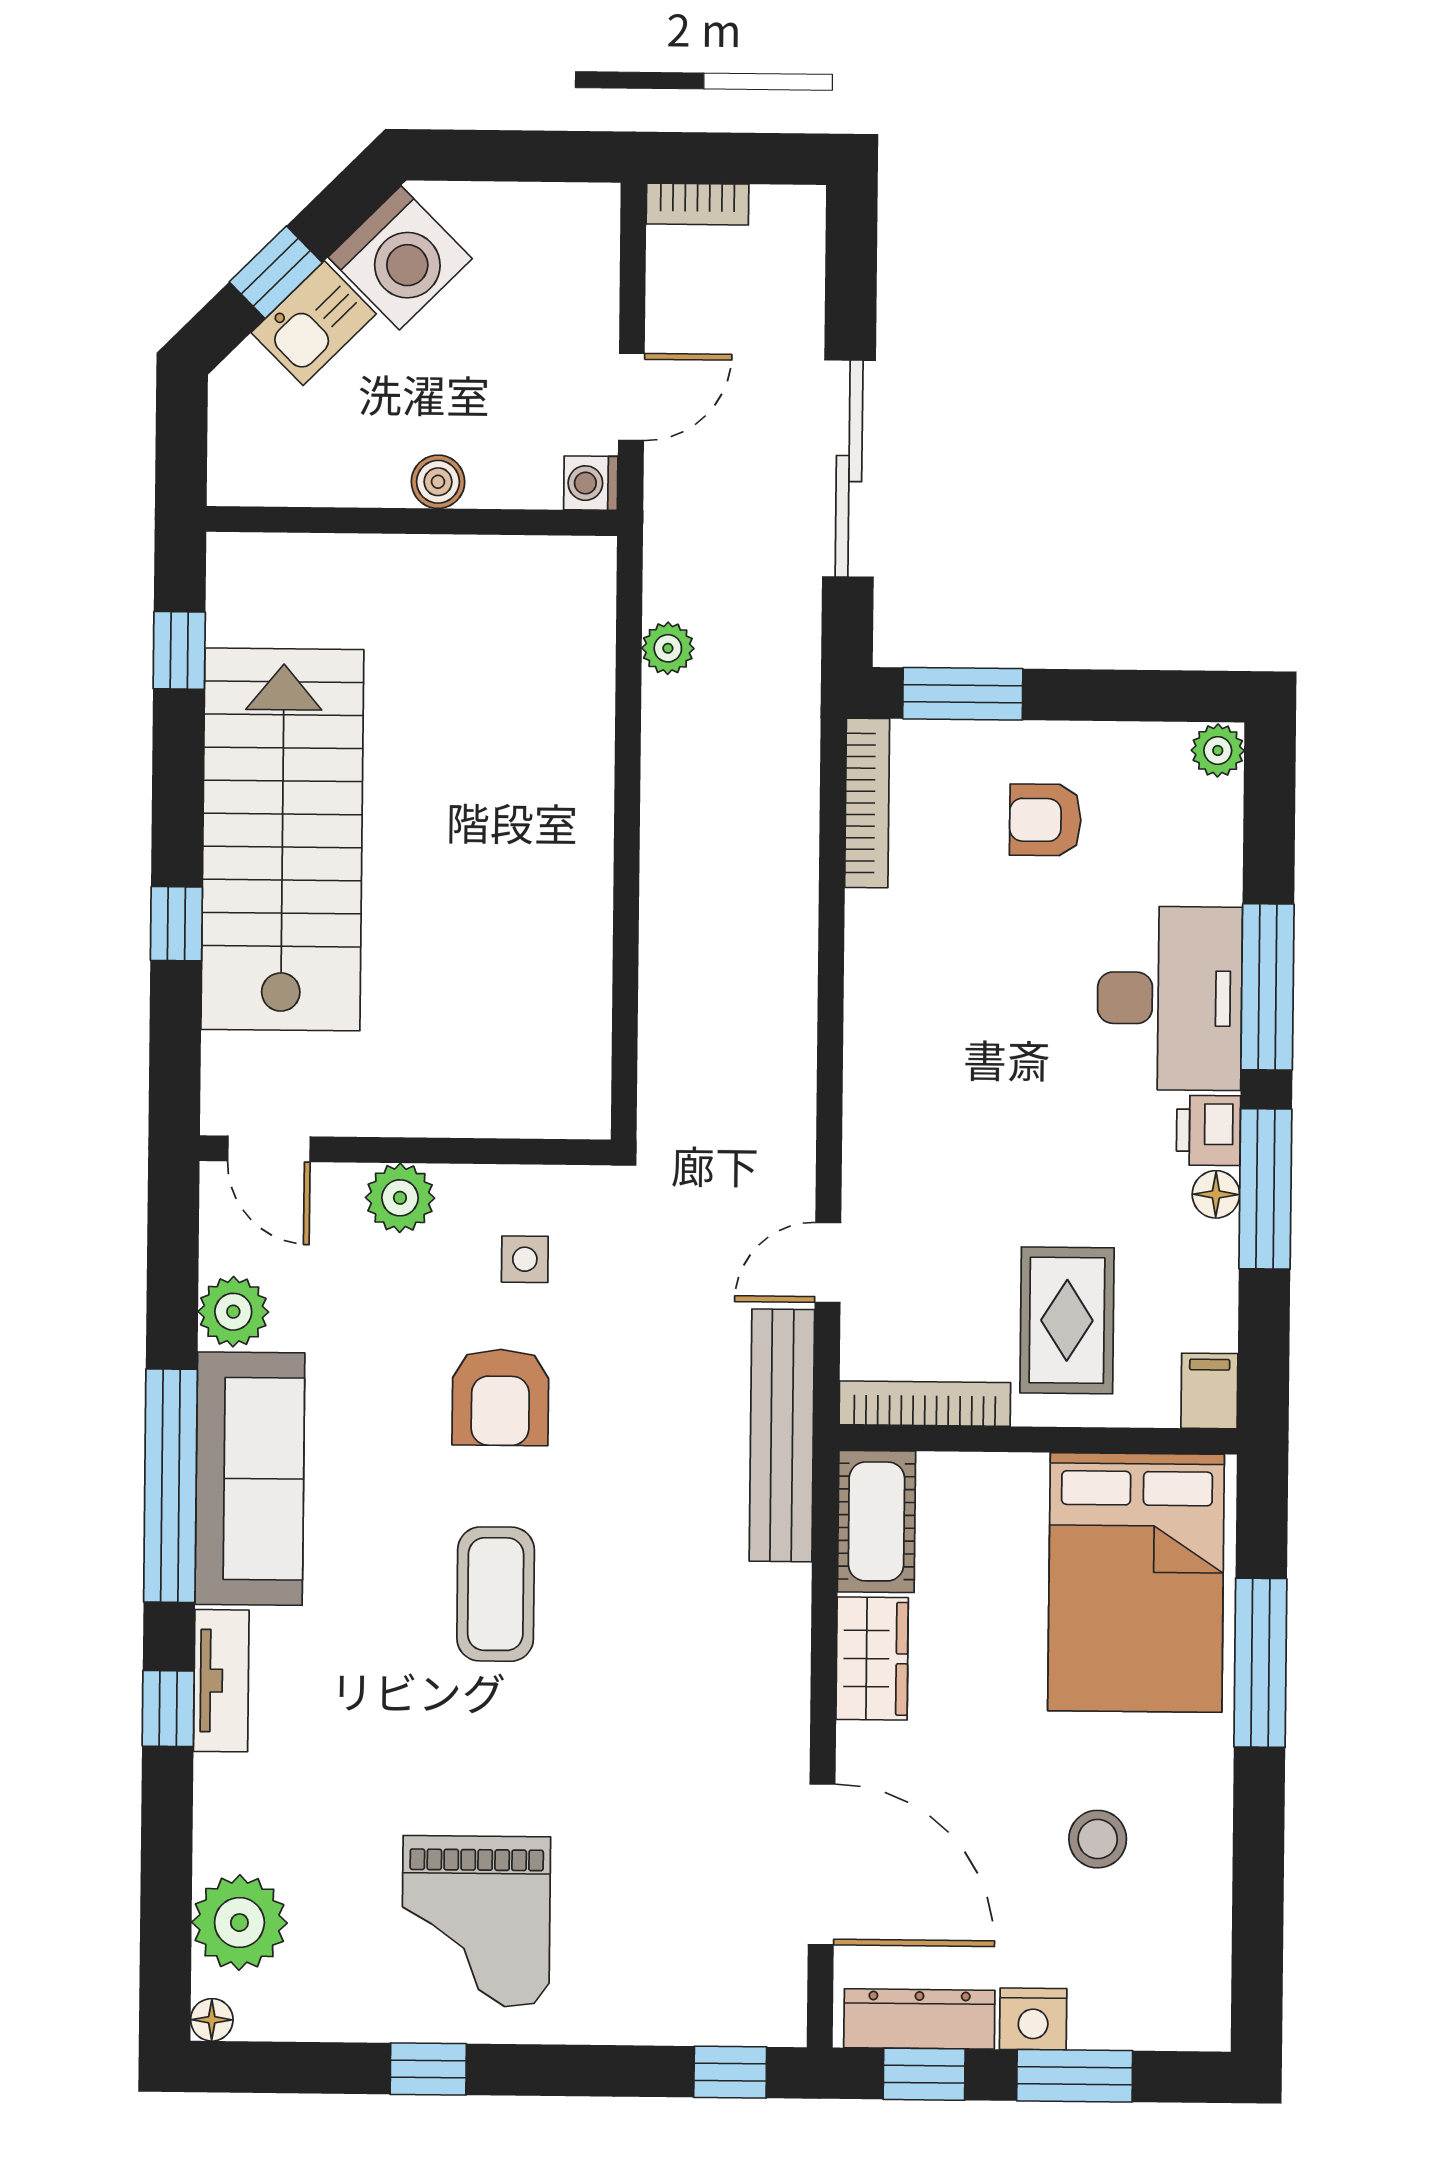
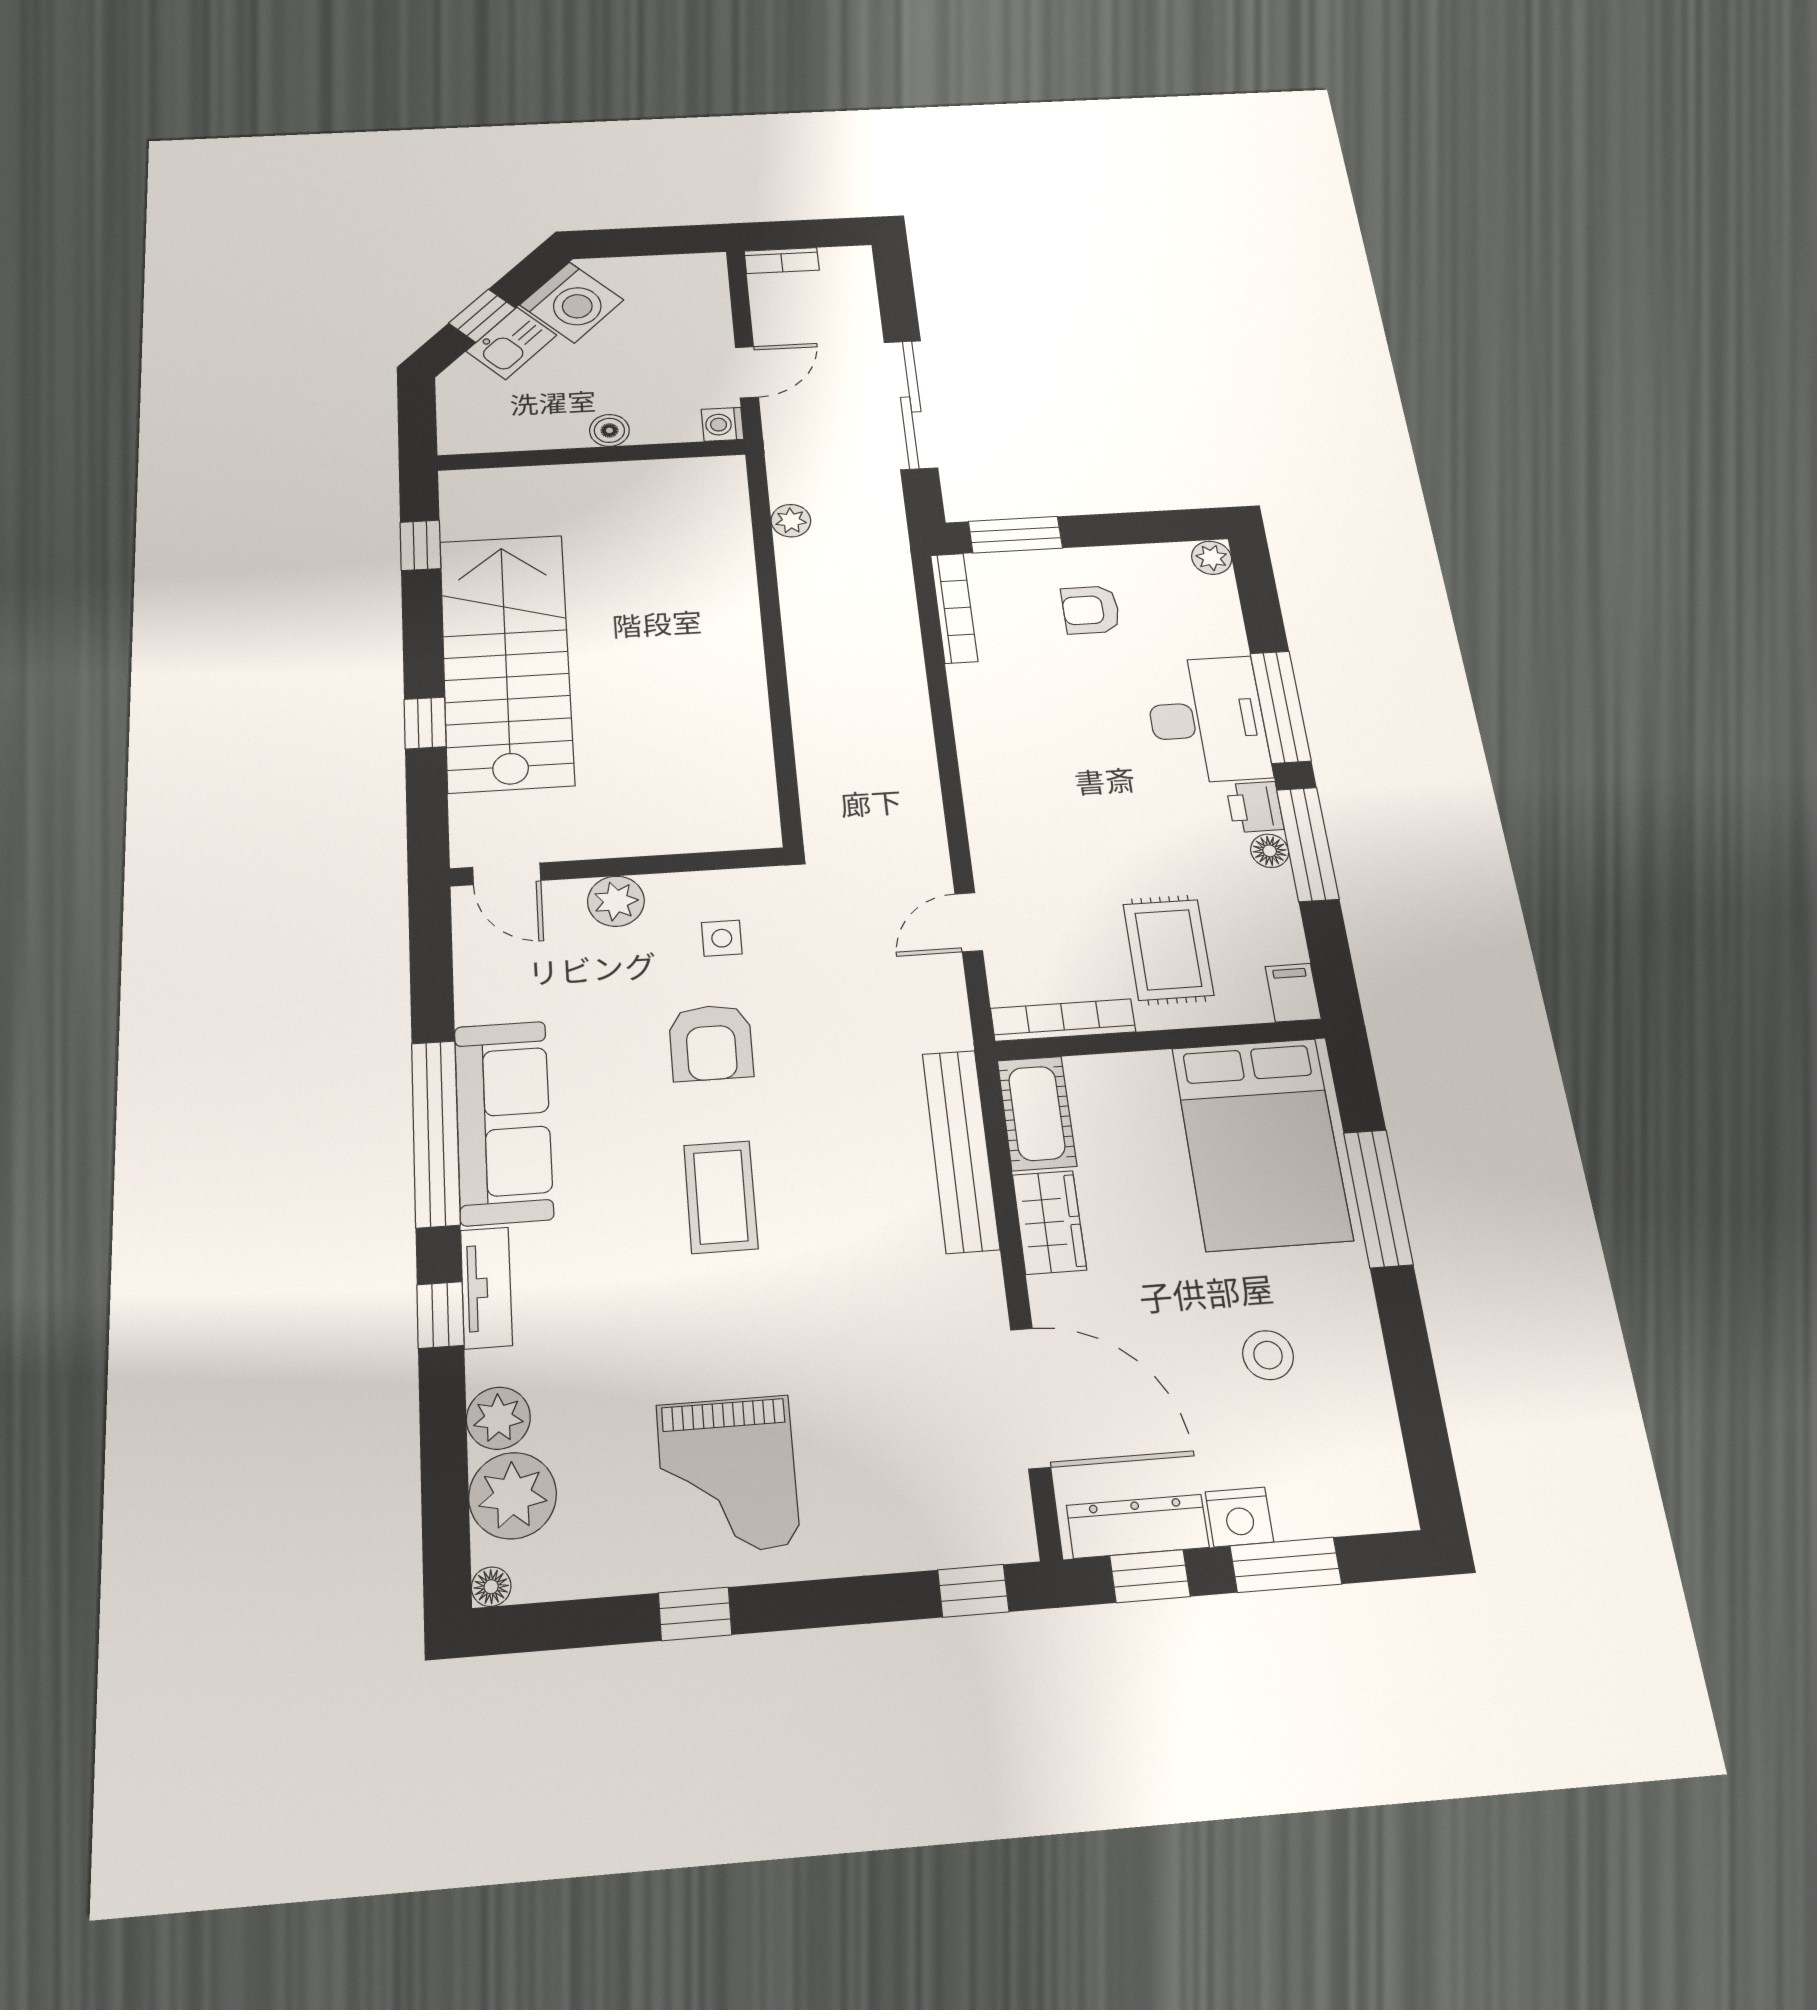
plant: (233, 1312) -> (498, 1418), moved
bench: (782, 1435) -> (961, 1150), moved

